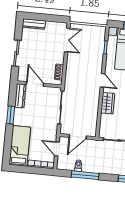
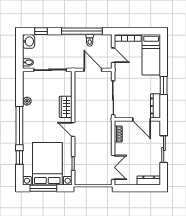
double door: (67, 40) -> (113, 167), swing flipped
door: (78, 137) -> (93, 70), hinge flipped
window: (85, 175) -> (82, 31), width x1.46

